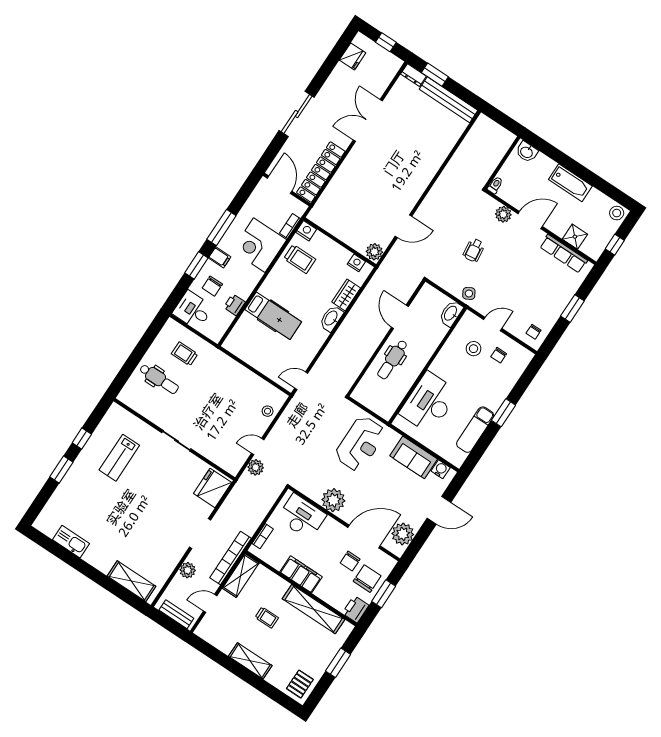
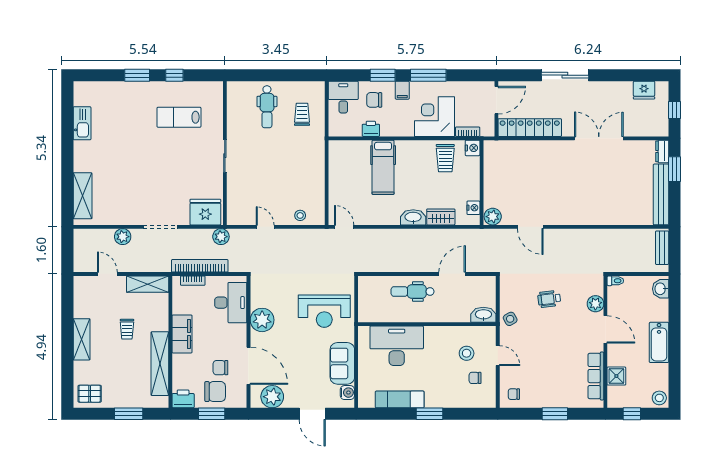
plant: (256, 467) -> (221, 237), moved
bookcase: (230, 558) -> (200, 266), moved
bench: (176, 614) -> (662, 248), moved

